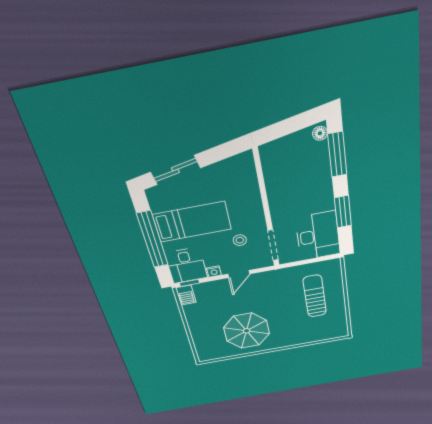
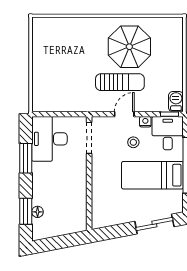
floor lamp: (320, 133) -> (38, 212), moved
window: (337, 154) -> (26, 211), width x0.69
stool: (240, 240) -> (133, 142), moved
sun lounger: (315, 296) -> (120, 82), moved, turned -90

